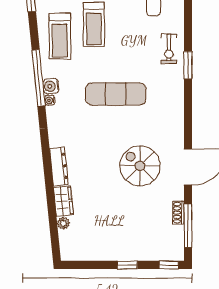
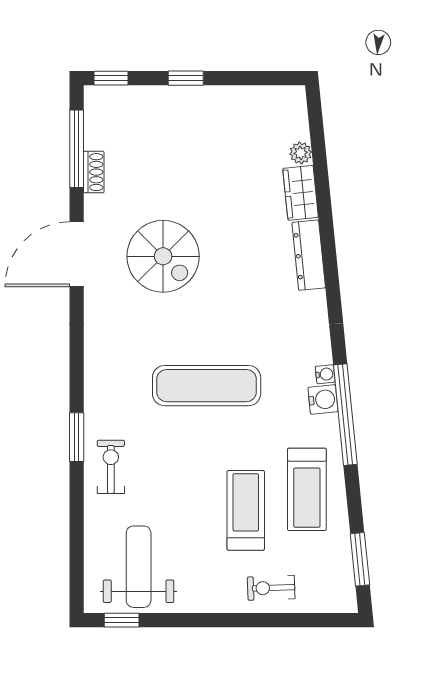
treadmill: (60, 36) -> (307, 489), turned 180

